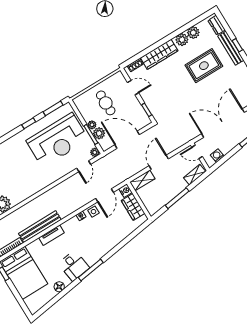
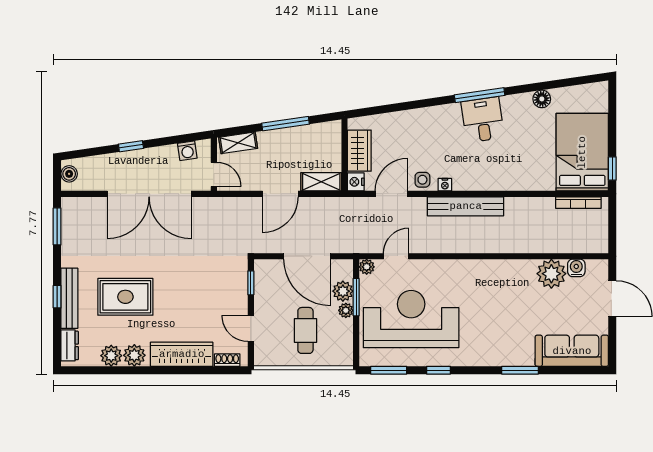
bench: (40, 227) -> (466, 206), moved
tv unit: (51, 235) -> (506, 183), removed
desk: (74, 266) -> (483, 120), moved

